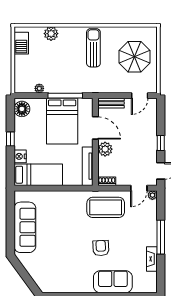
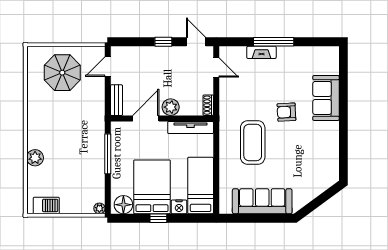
plant: (51, 34) -> (35, 158), moved
sun lounger: (93, 48) -> (52, 121), removed
plant: (39, 88) -> (99, 208), moved
door: (140, 96) -> (108, 67), swing flipped
bed: (62, 121) -> (152, 187), moved, turned -90
plant: (152, 195) -> (224, 52), removed
coffee table: (106, 207) -> (253, 143), moved
fireplace: (152, 259) -> (261, 52), moved

